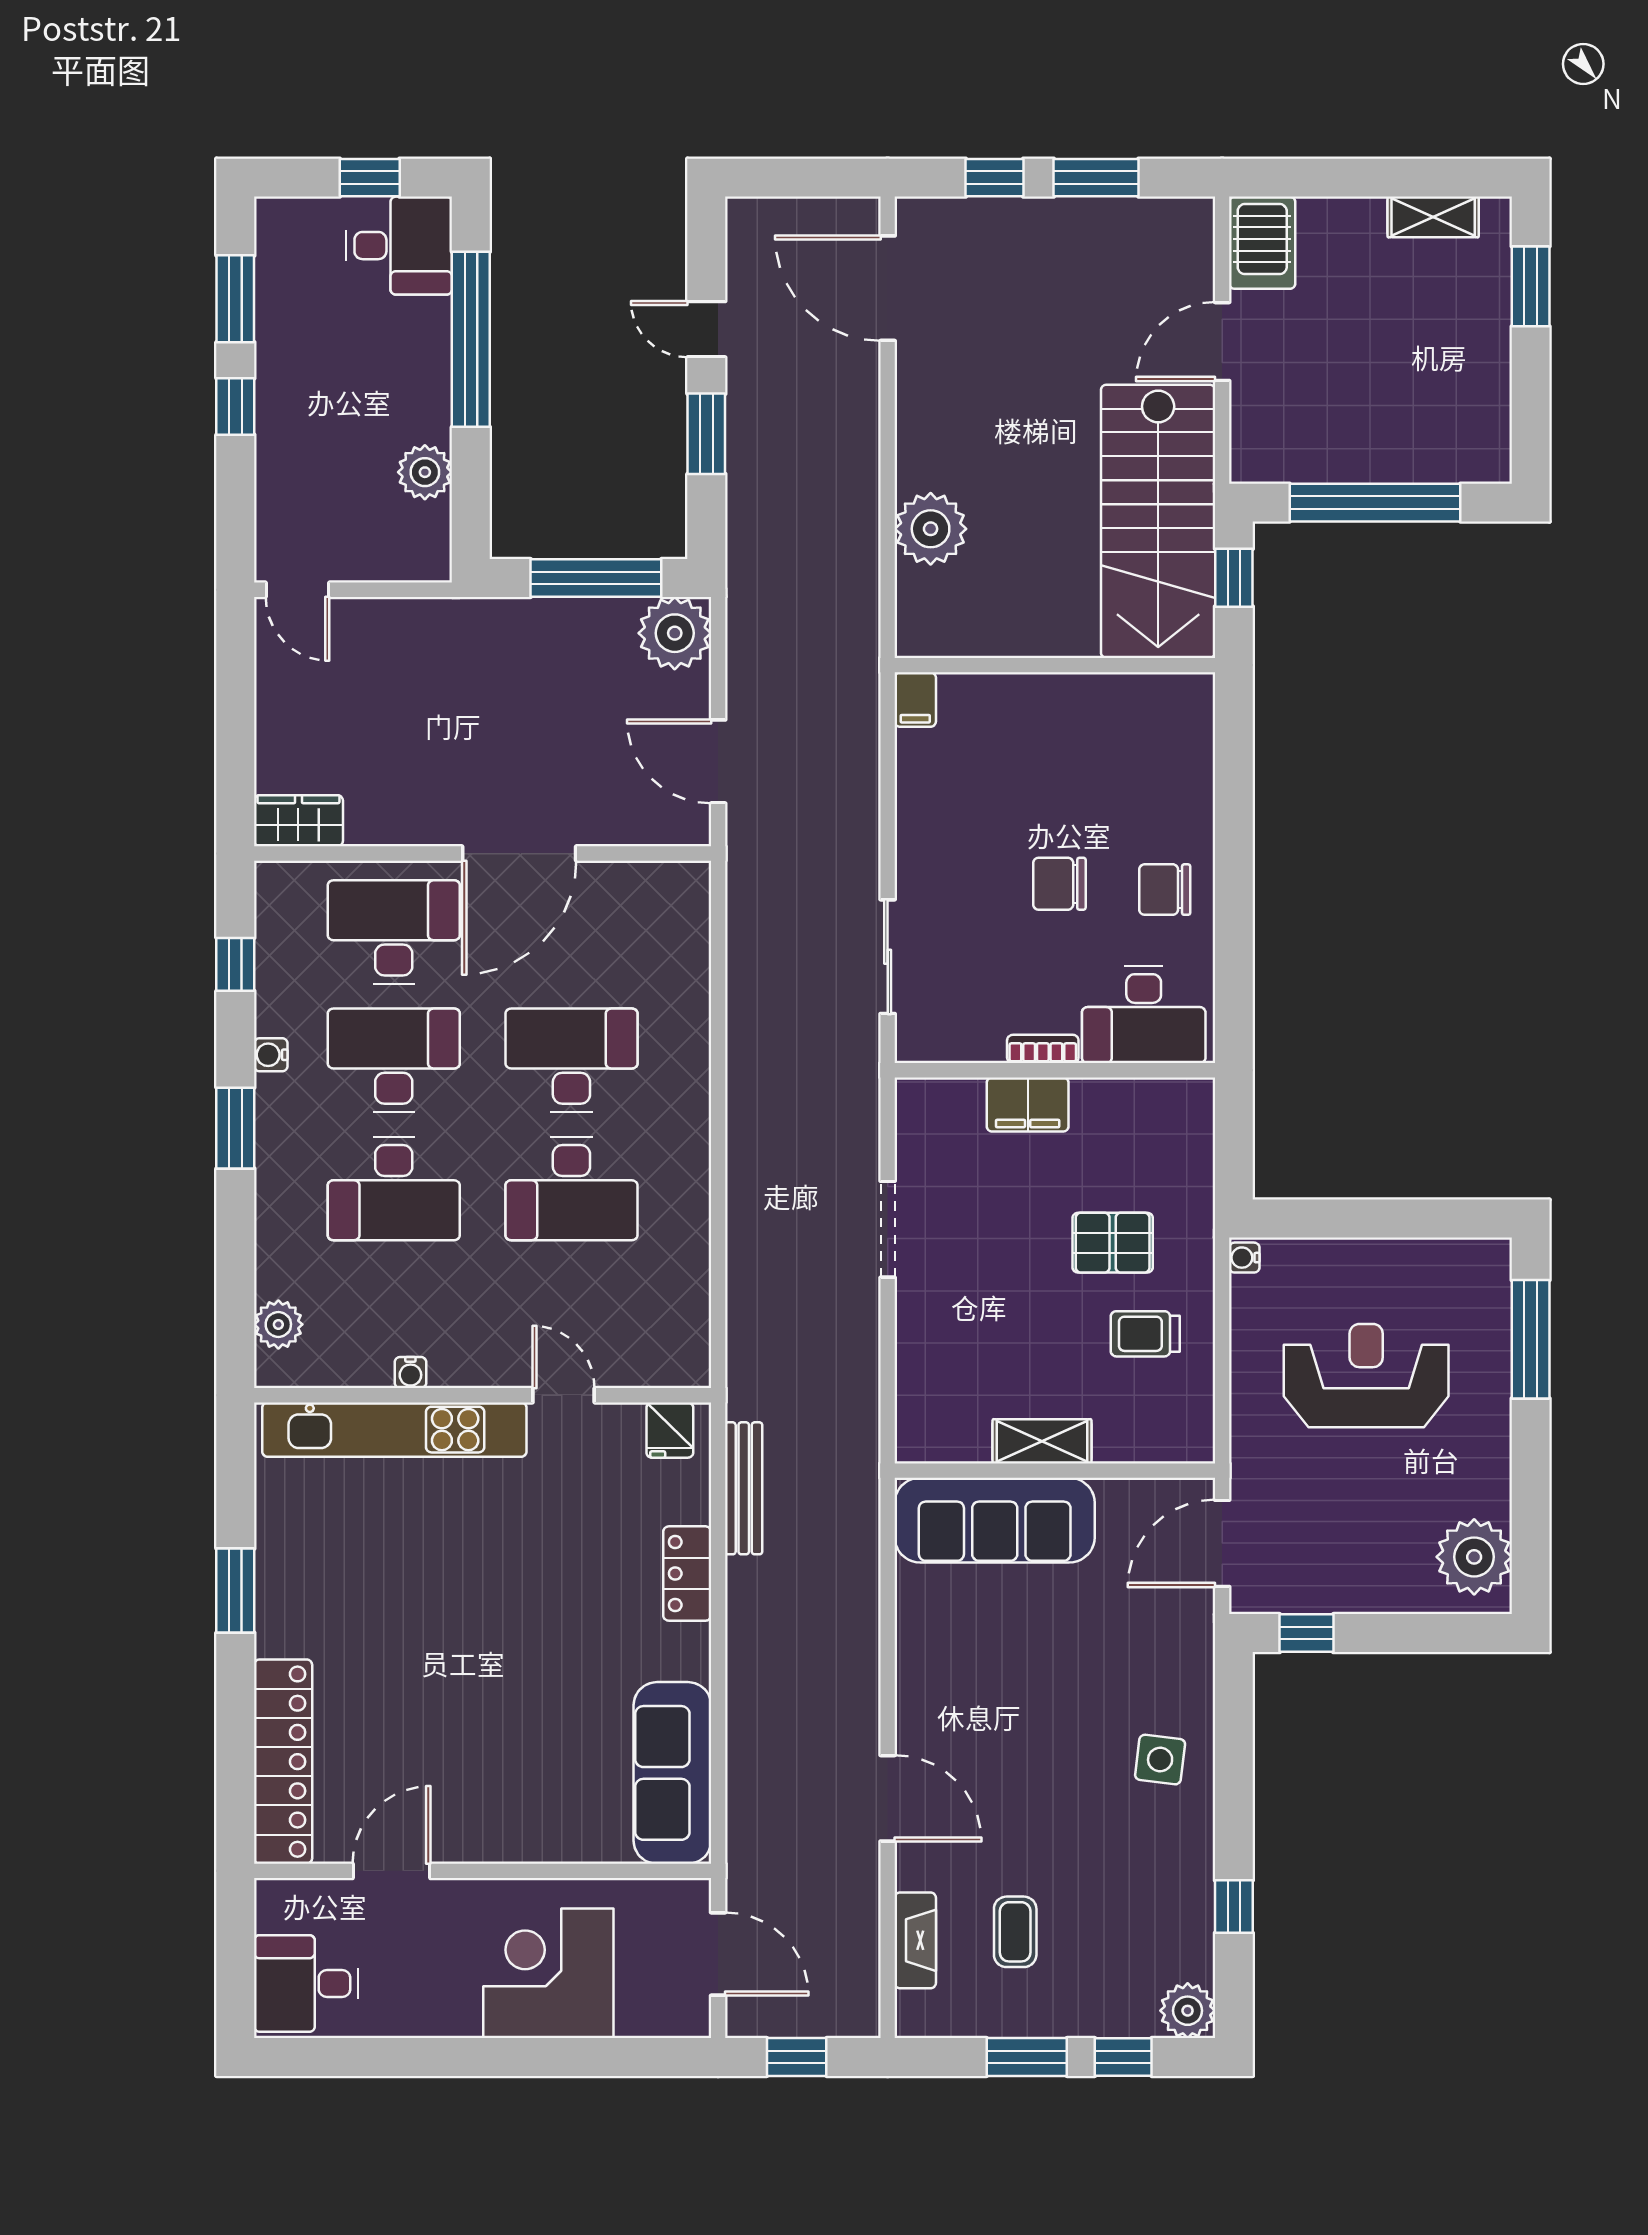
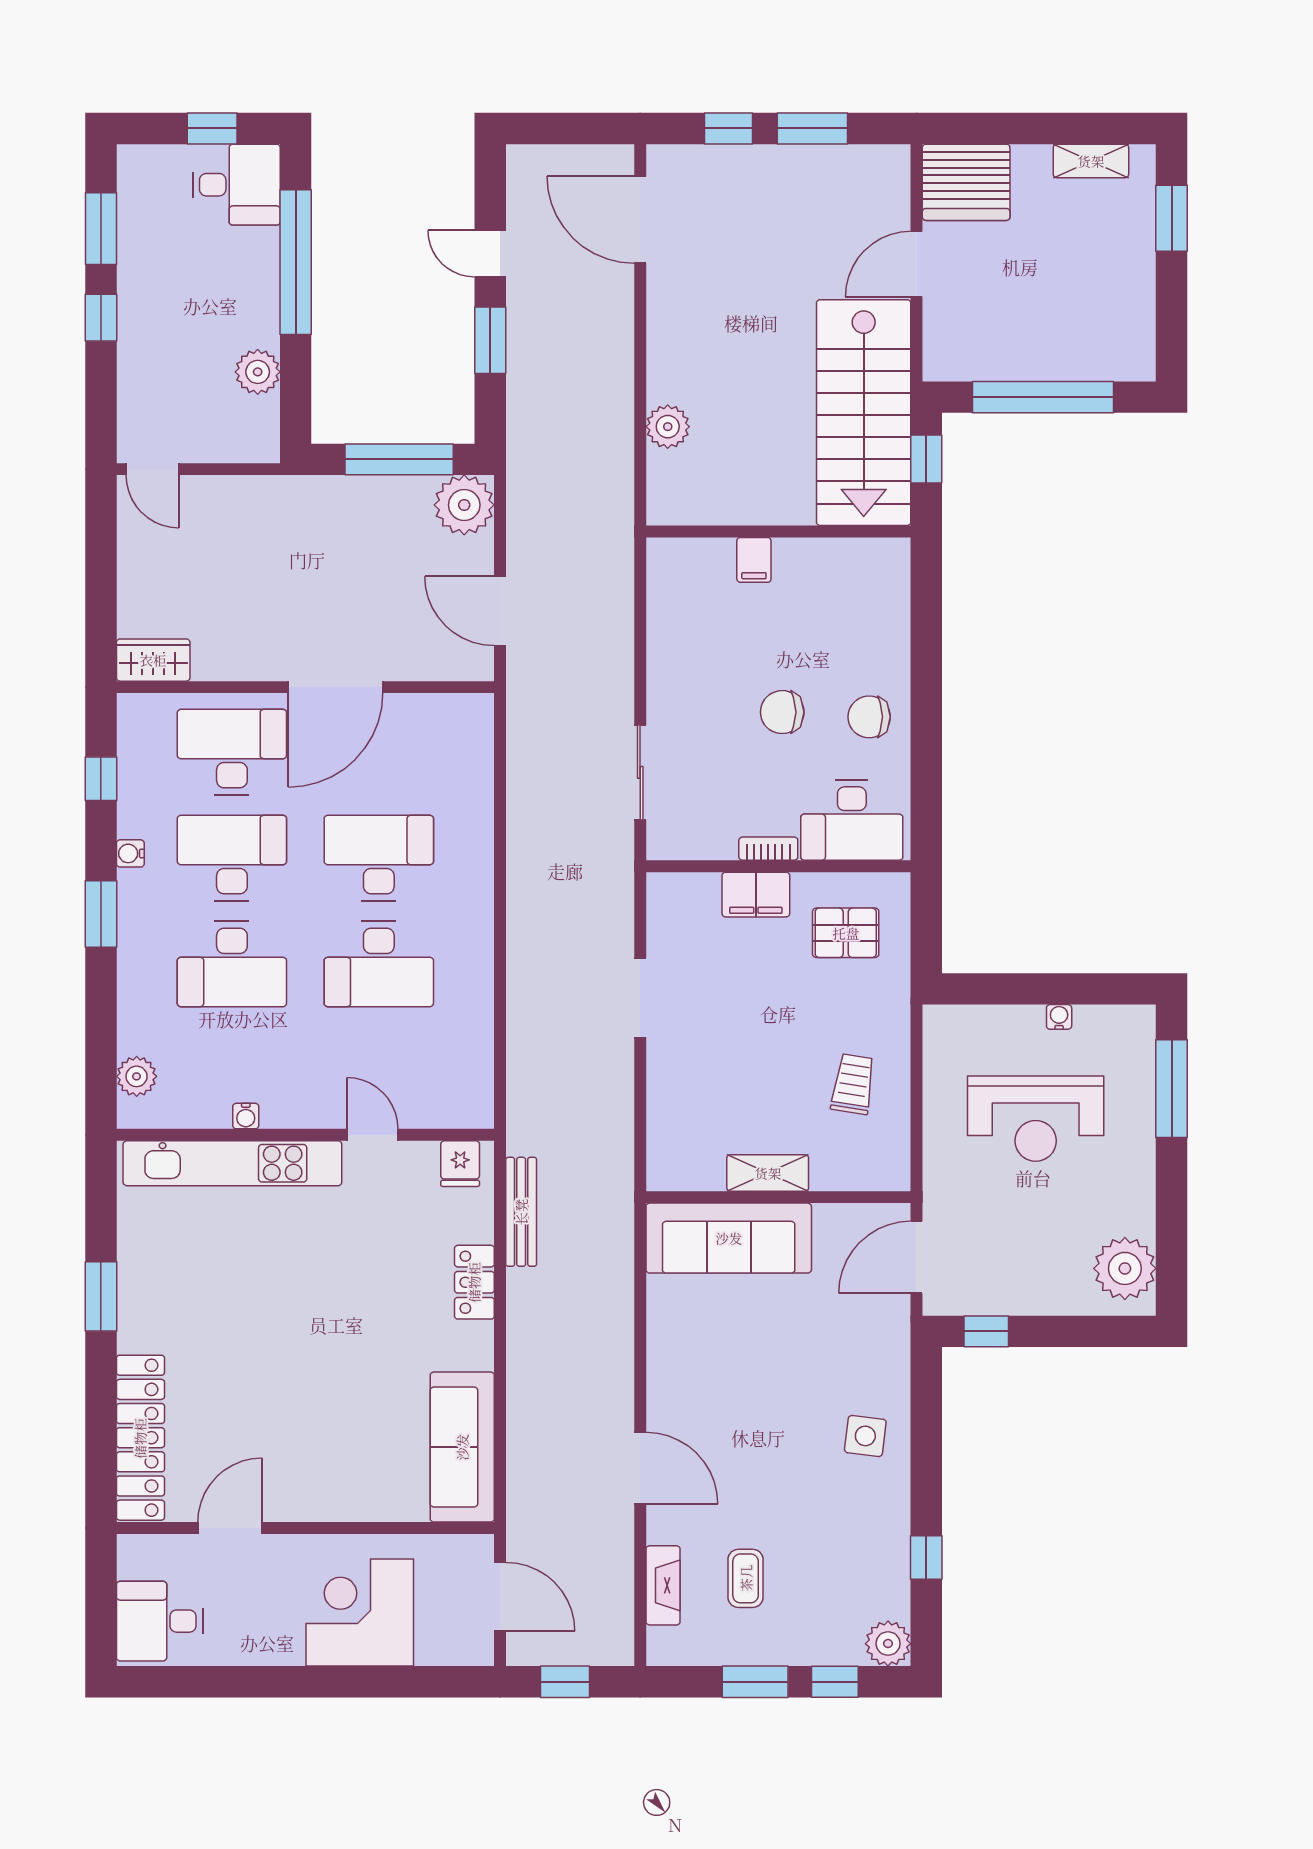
server rack: (1262, 243) -> (966, 182), width x1.60
plant: (931, 529) -> (668, 427), width x0.73, depth x0.73
filing cabinet: (915, 700) -> (754, 560), moved
pallet: (1113, 1243) -> (846, 933), moved
water cooler: (1244, 1258) -> (1059, 1017), moved, turned 90
trolley: (1145, 1334) -> (853, 1084), turned 99
reception desk: (1366, 1376) -> (1036, 1119), turned 180

